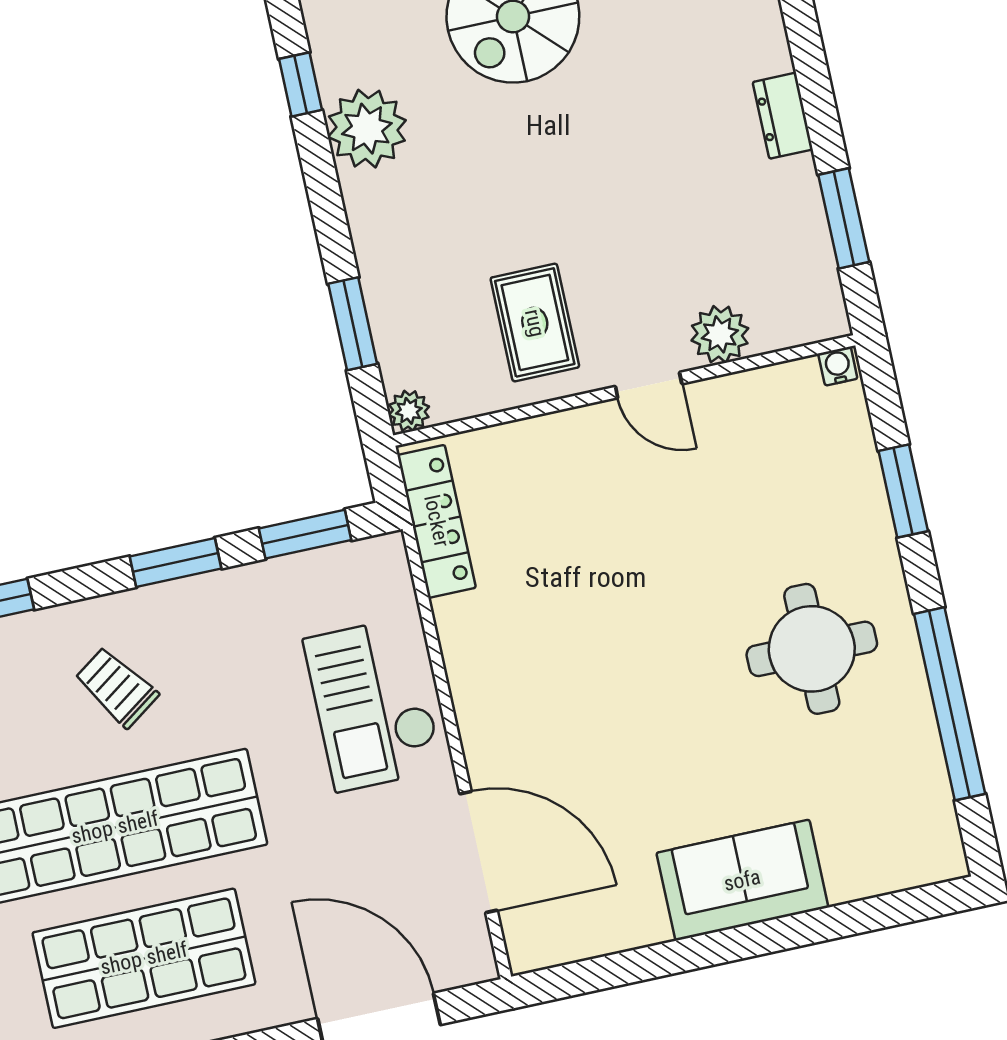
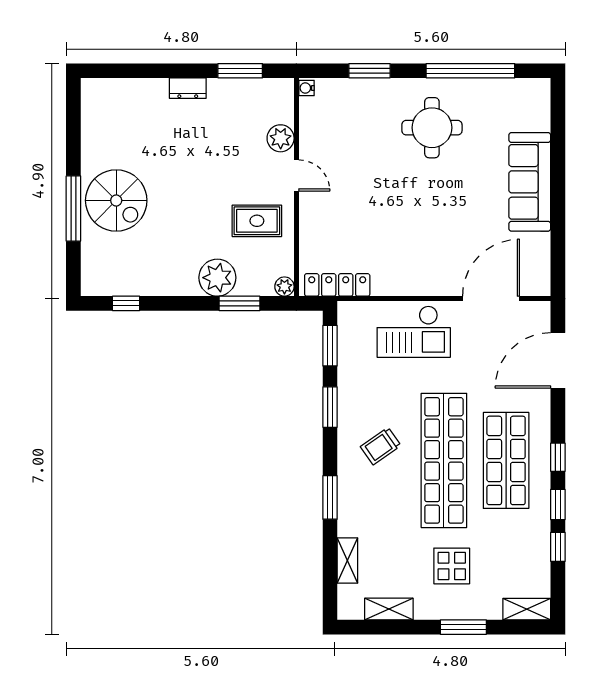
plant: (367, 129) -> (217, 278), moved
door: (649, 385) -> (296, 175), hinge flipped
sofa: (742, 880) -> (530, 182), width x1.36

